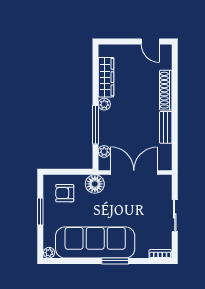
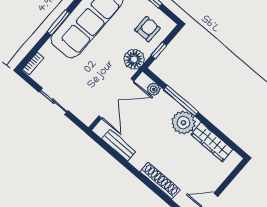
plant: (104, 104) -> (183, 123), width x1.87, depth x1.87
bench: (166, 127) -> (119, 145), moved
window: (73, 172) -> (159, 50), added

